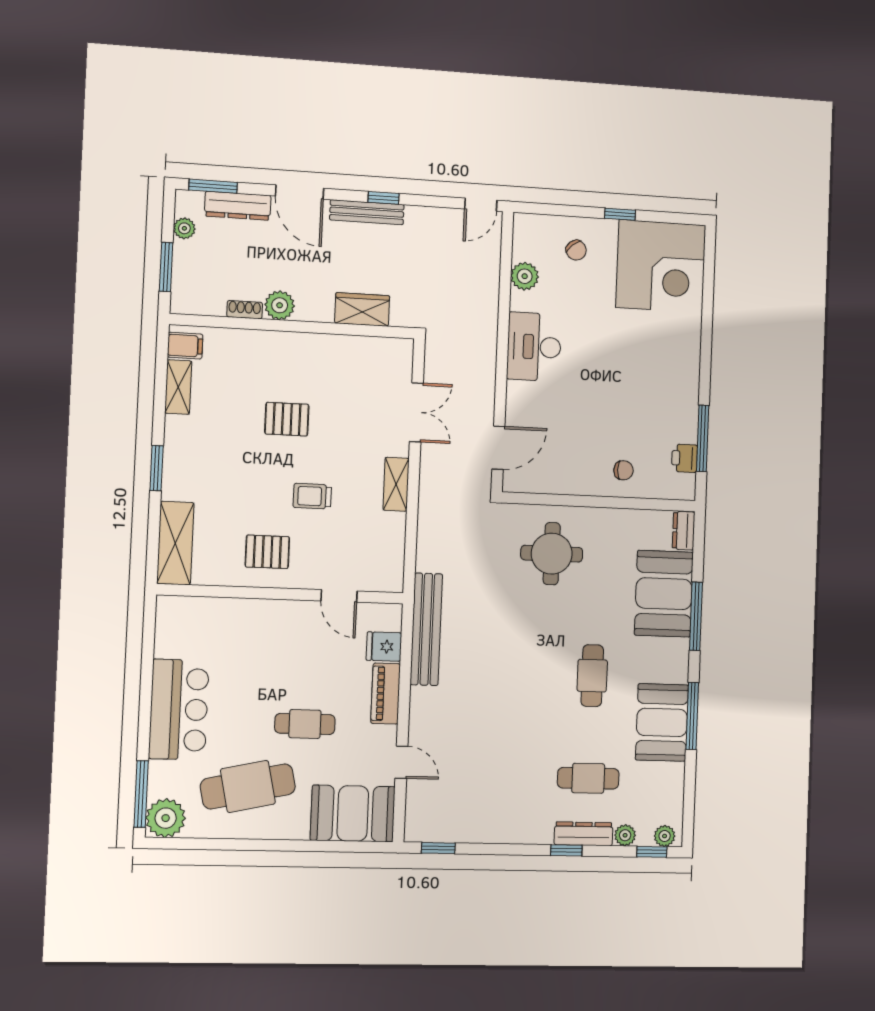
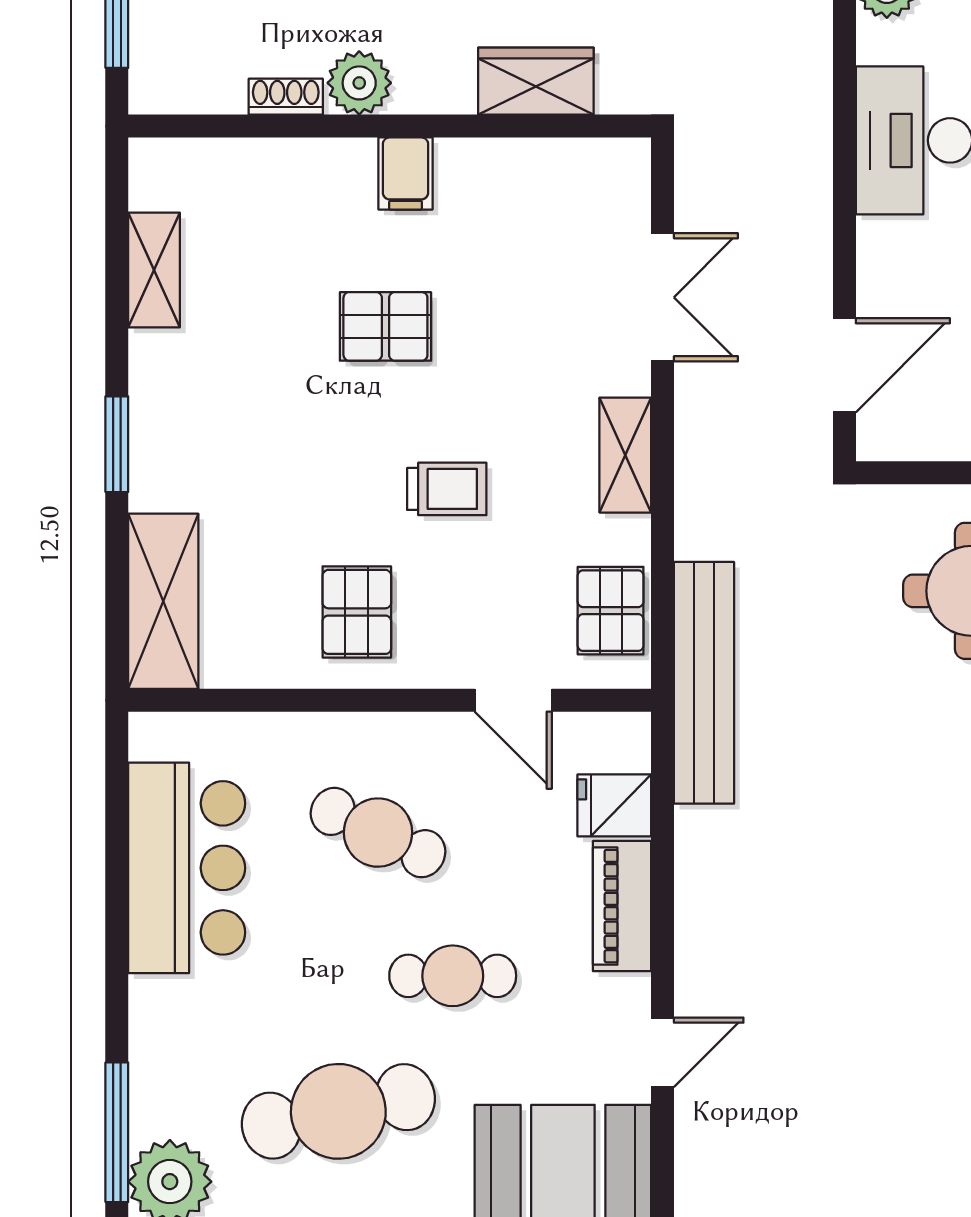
filing cabinet: (185, 346) -> (405, 173), moved, turned 90
trolley: (312, 496) -> (447, 489), turned 180
pallet: (267, 552) -> (357, 612), turned 90
pallet: (386, 556) -> (611, 611), added
bench: (426, 629) -> (704, 683), moved
cafe table: (273, 656) -> (378, 833), added
bar counter: (179, 709) -> (187, 868), moved
door: (401, 762) -> (663, 1052), hinge flipped

